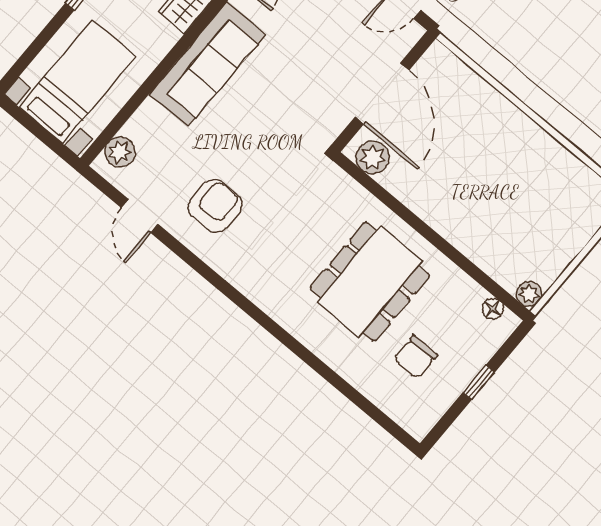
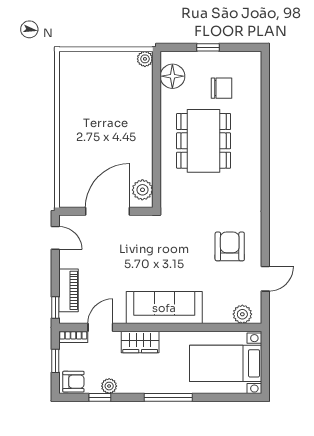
armchair: (215, 206) -> (230, 246), turned 90
dining table: (370, 282) -> (204, 141), turned 90
floor lamp: (493, 309) -> (172, 76), width x1.89, depth x1.89

